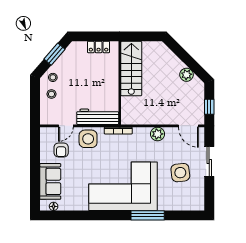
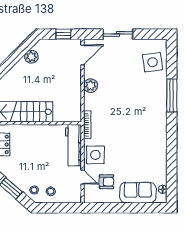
side table: (180, 173) -> (152, 62), moved
corner sofa: (123, 186) -> (143, 120), removed

